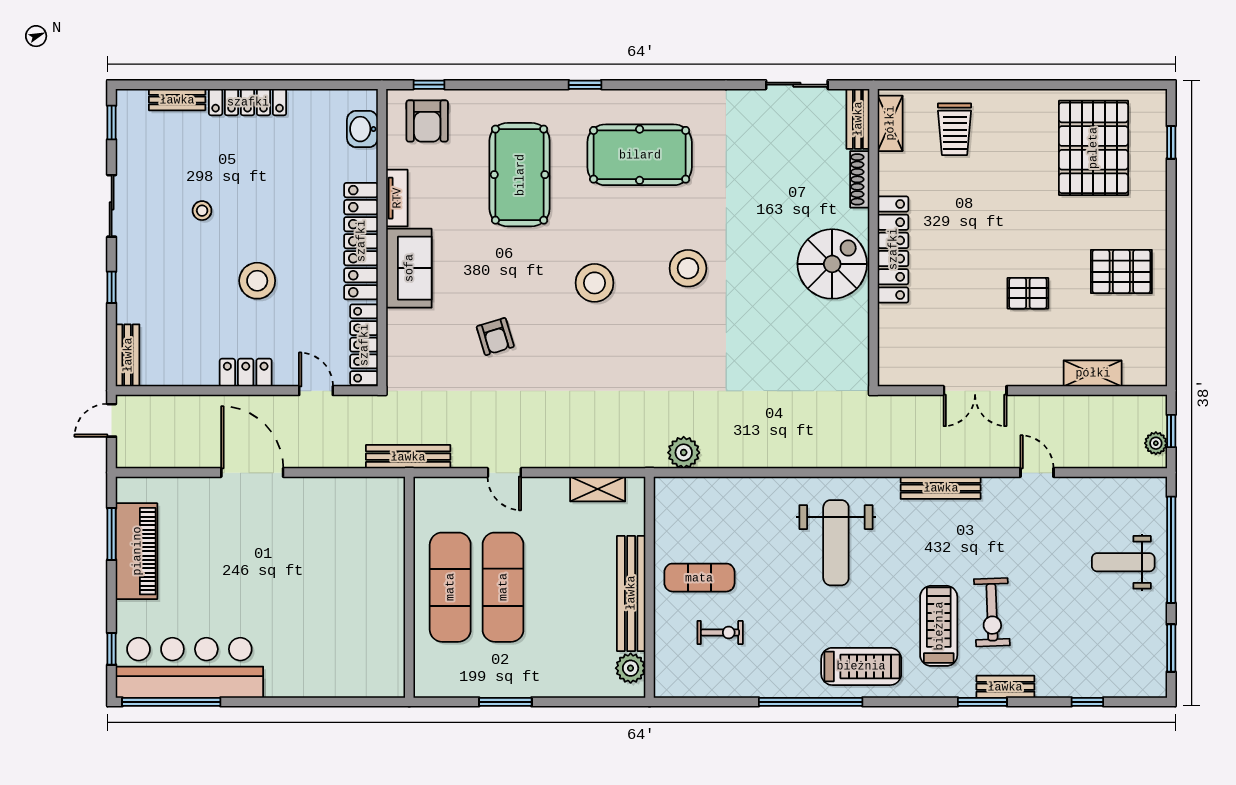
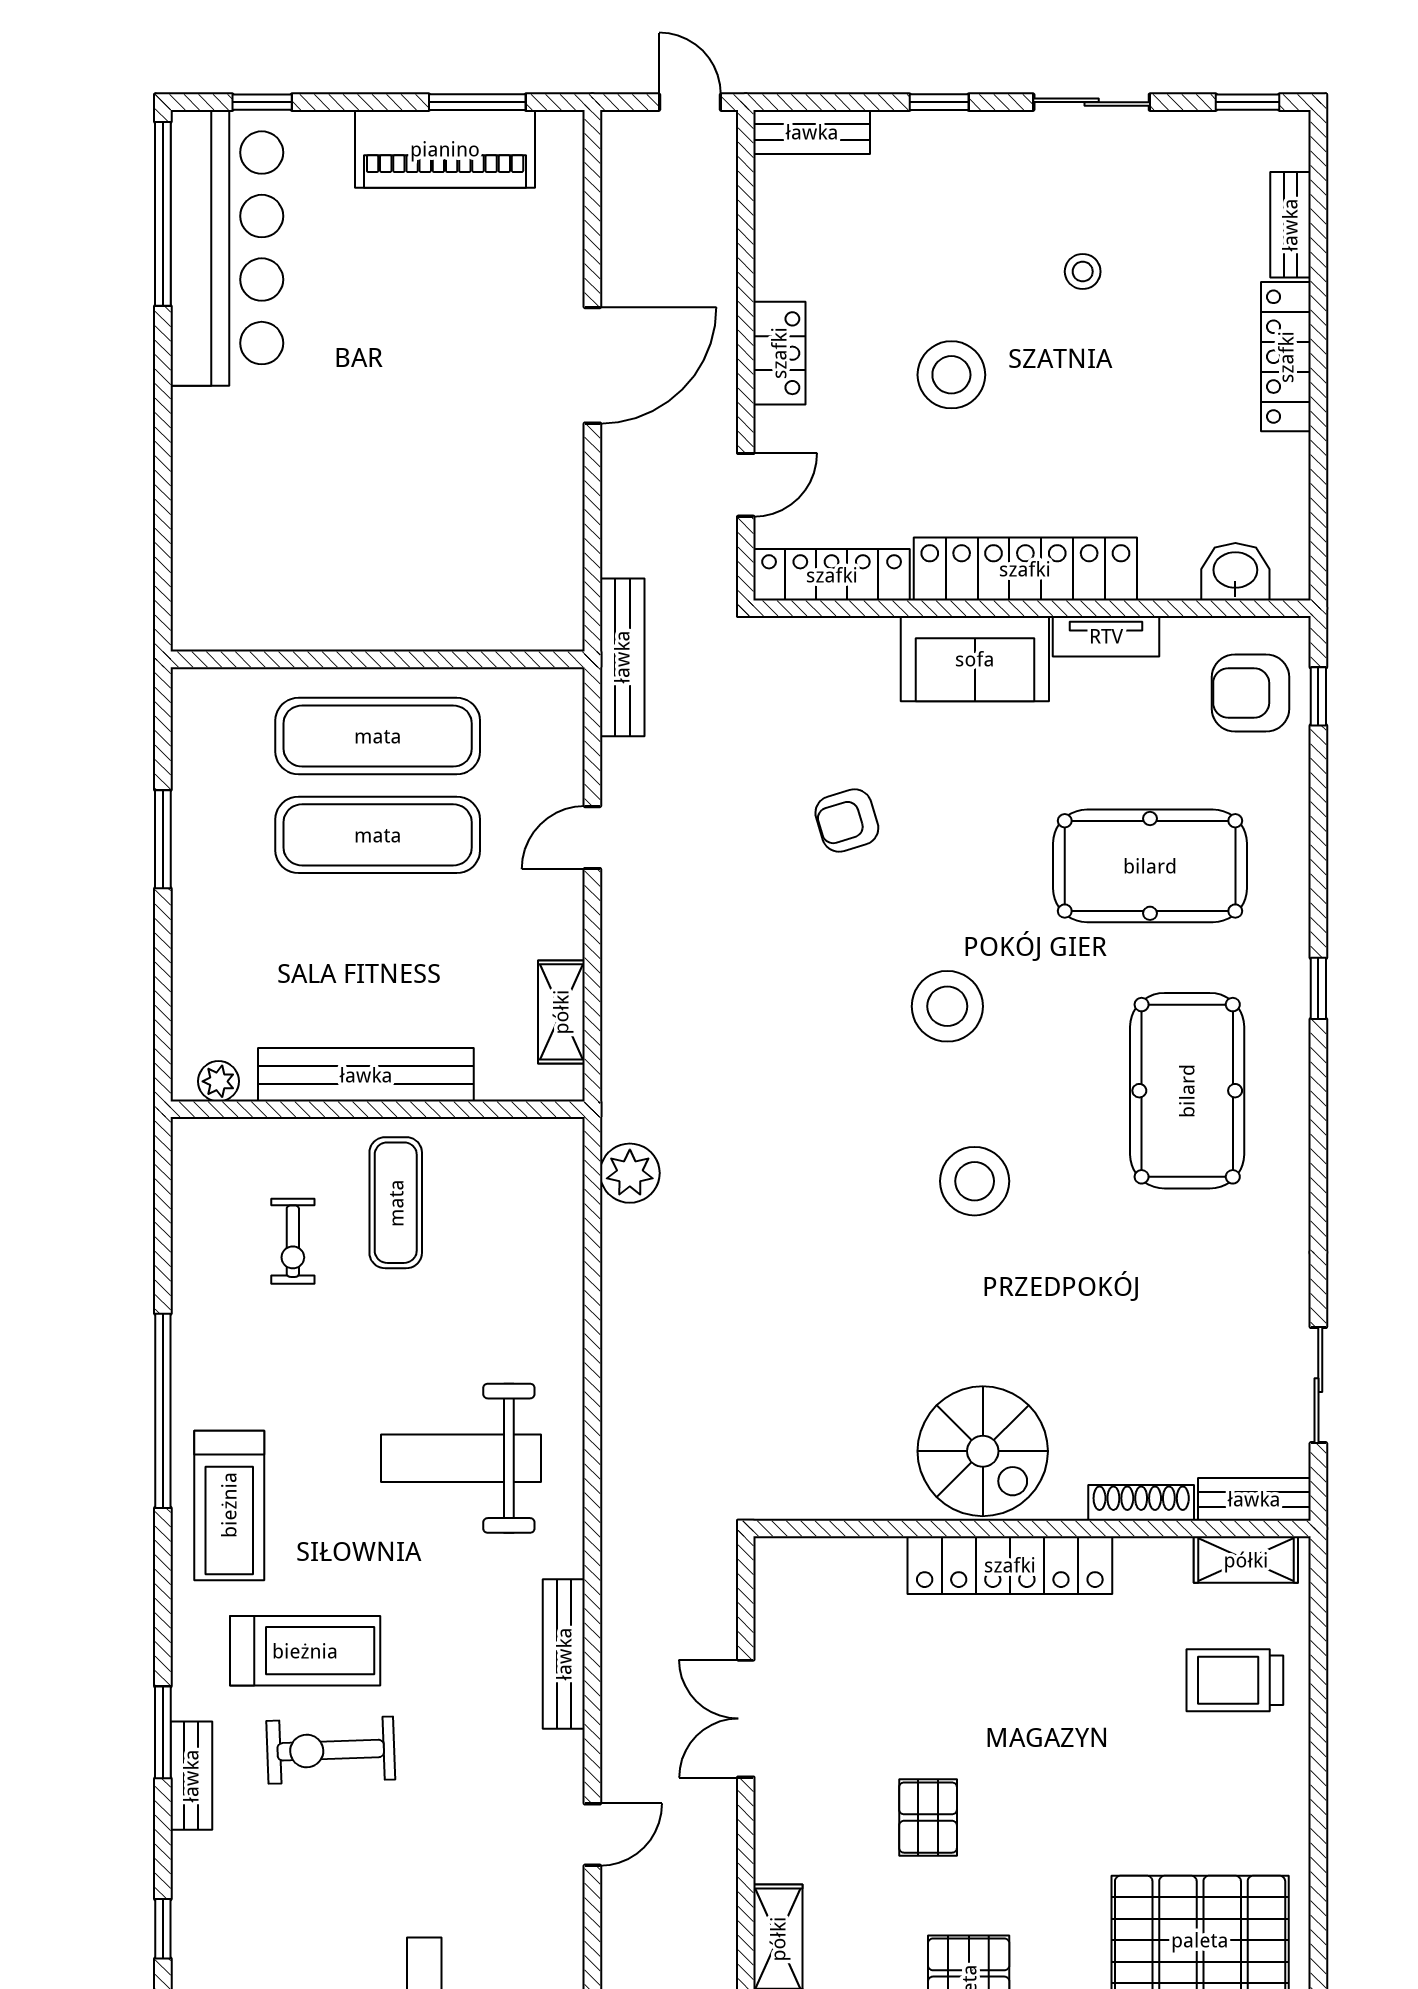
plant: (631, 668) -> (219, 1081), width x0.73, depth x0.73

